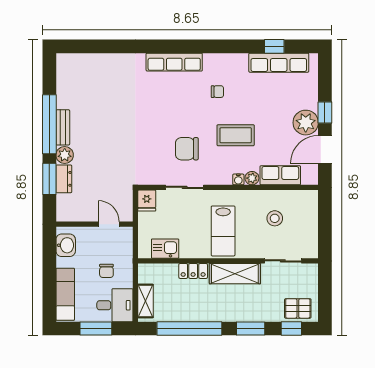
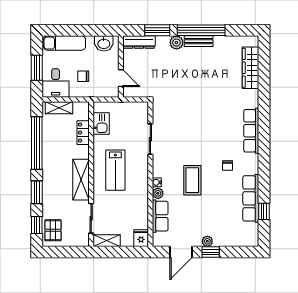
wardrobe: (96, 63) -> (250, 68), added
row of seats: (279, 63) -> (251, 198), moved
plant: (306, 123) -> (207, 241), width x0.53, depth x0.53
chair: (187, 149) -> (181, 141), removed
door: (325, 149) -> (181, 252), swing flipped
dresser: (64, 179) -> (139, 42), moved, width x1.44
fridge: (147, 201) -> (141, 238), moved, turned 90
stool: (275, 218) -> (125, 212), removed
door: (109, 224) -> (121, 78), hinge flipped
lab bench: (223, 231) -> (115, 170), turned -90
shelving: (311, 242) -> (107, 241), added
locker: (193, 271) -> (83, 133), moved

